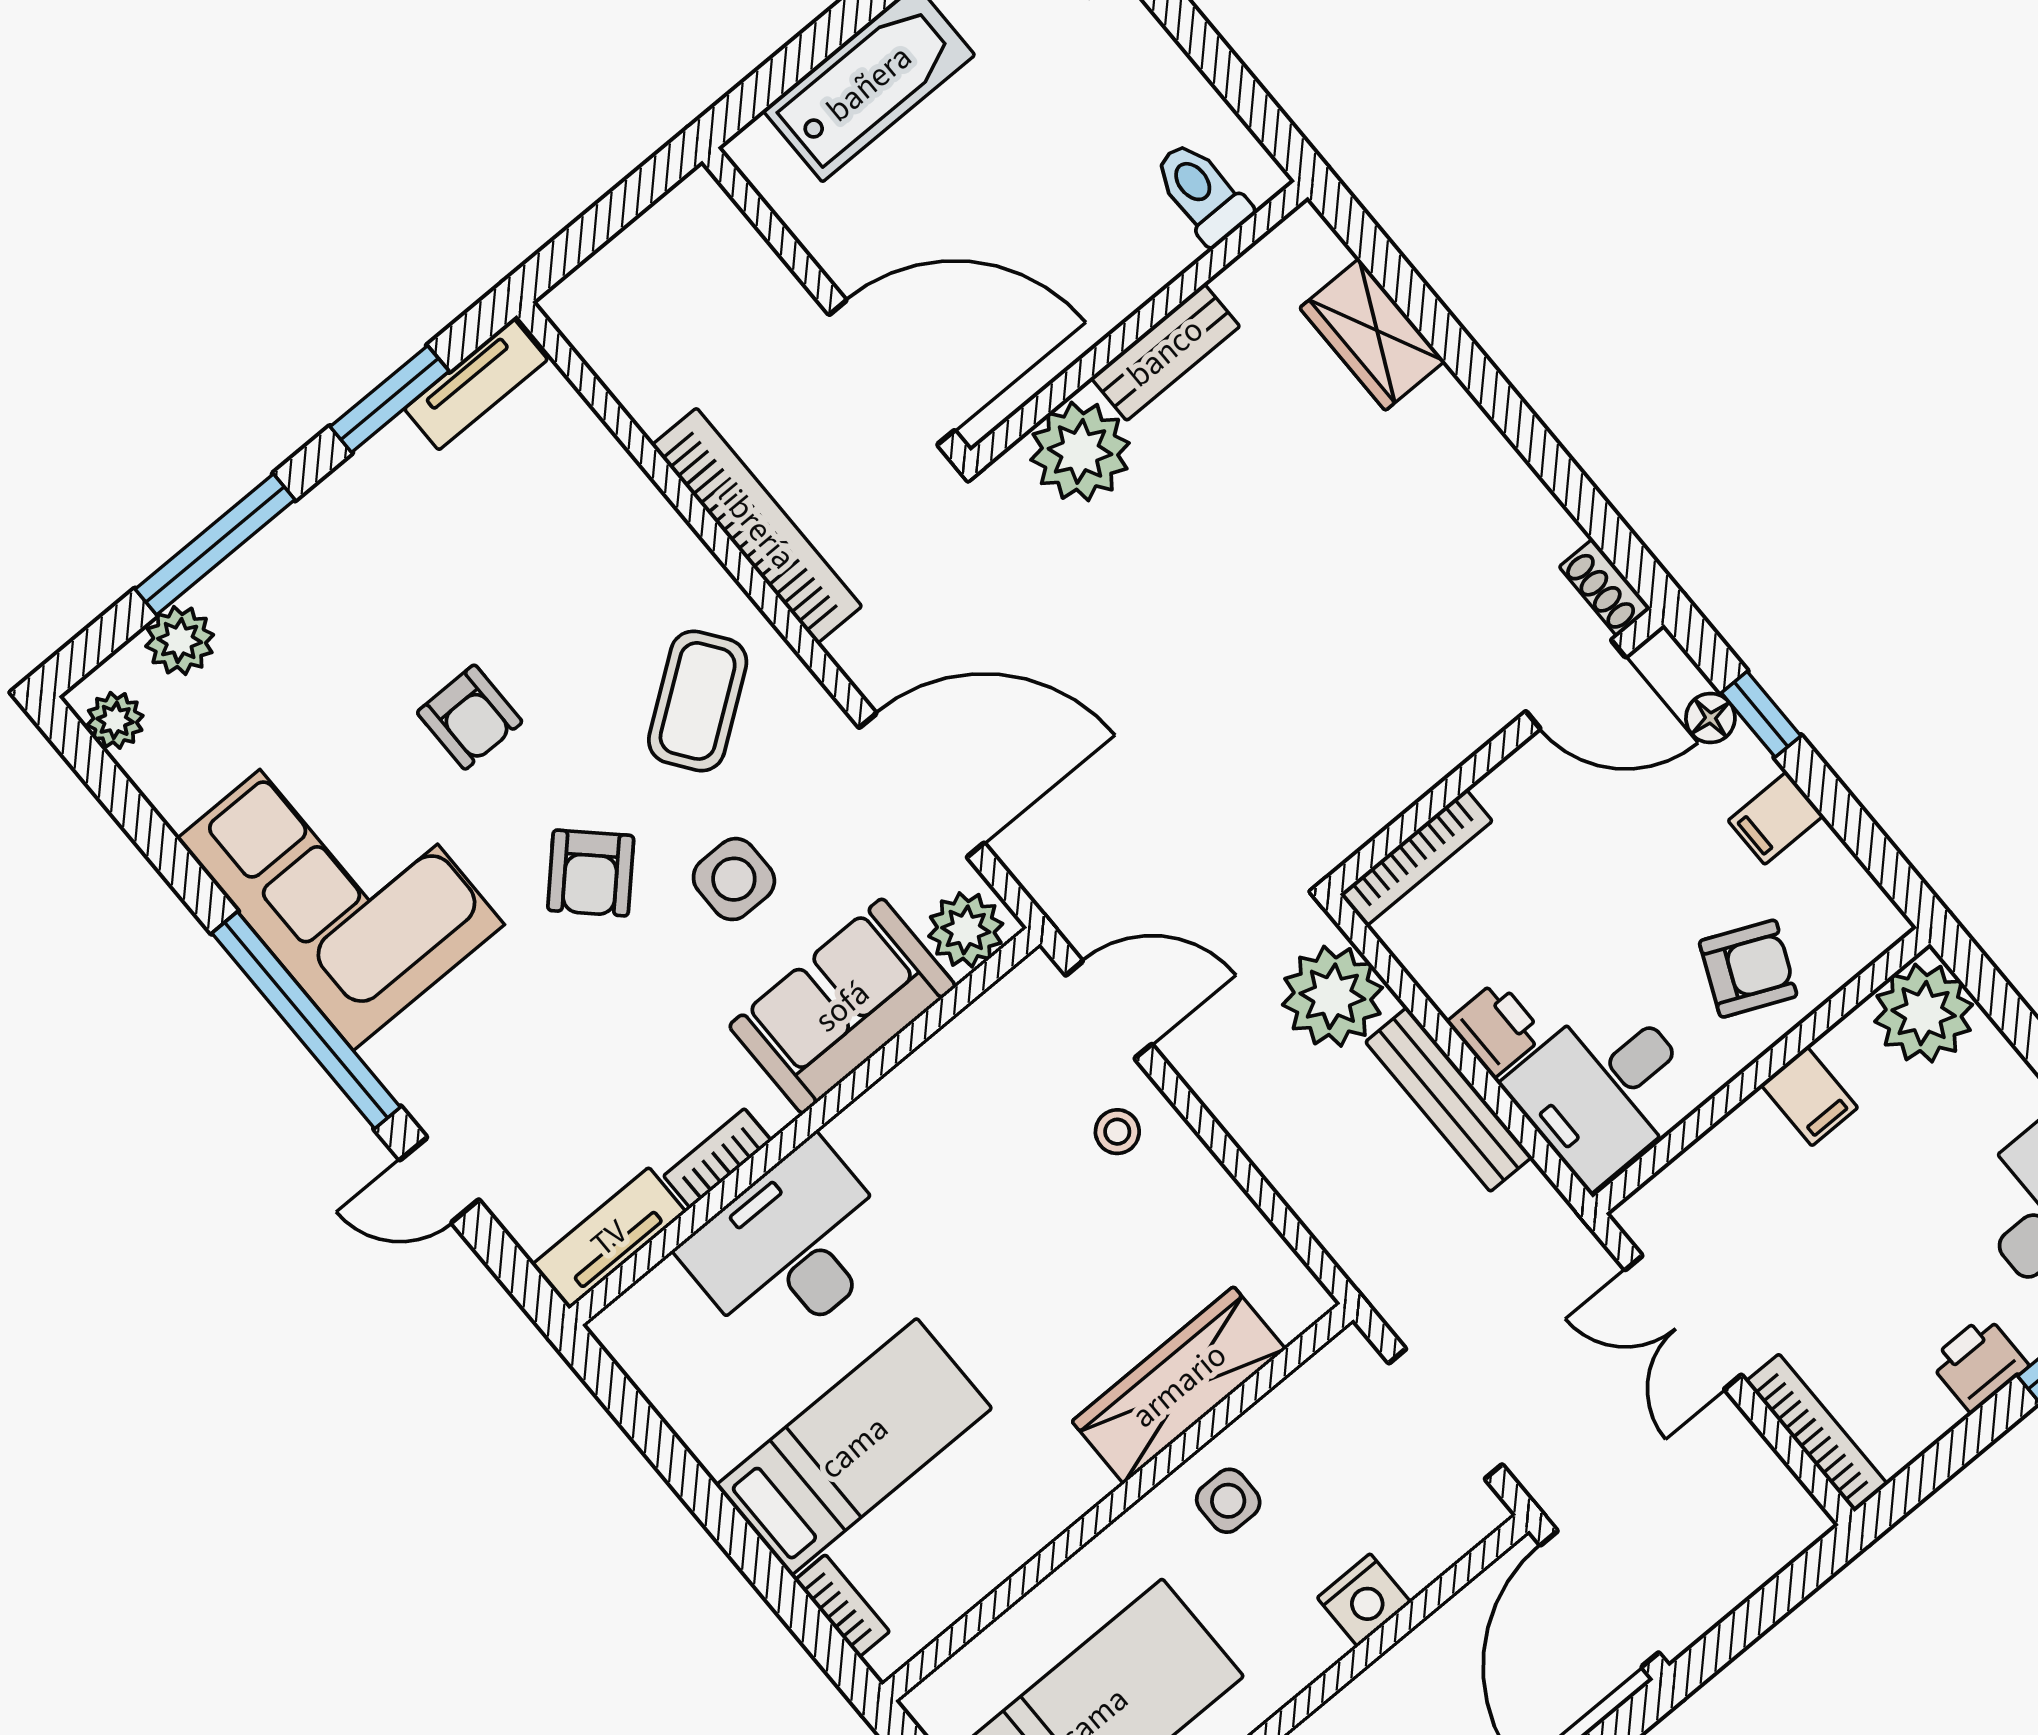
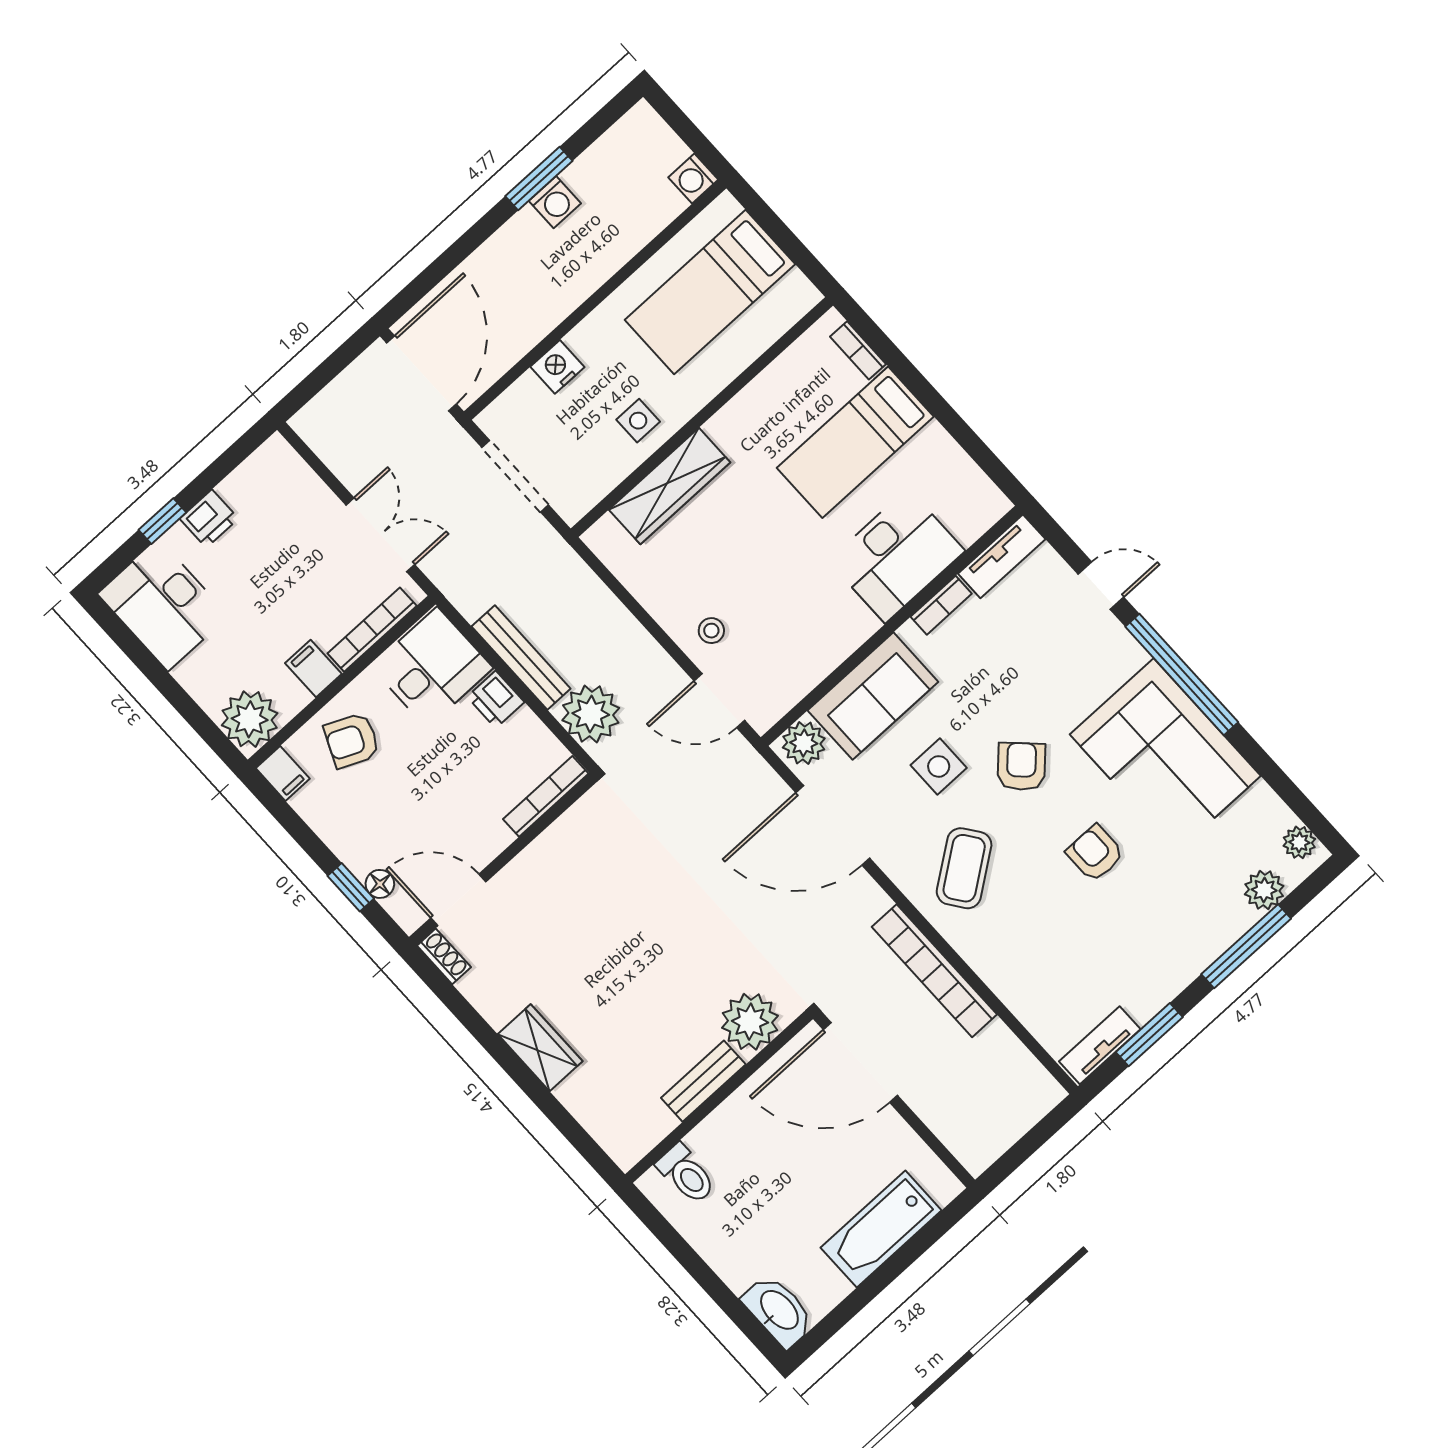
wardrobe: (1372, 334) -> (540, 1048), moved
filing cabinet: (1776, 818) -> (283, 773), moved, turned 90
bookcase: (1817, 1433) -> (372, 630), moved, turned 90

